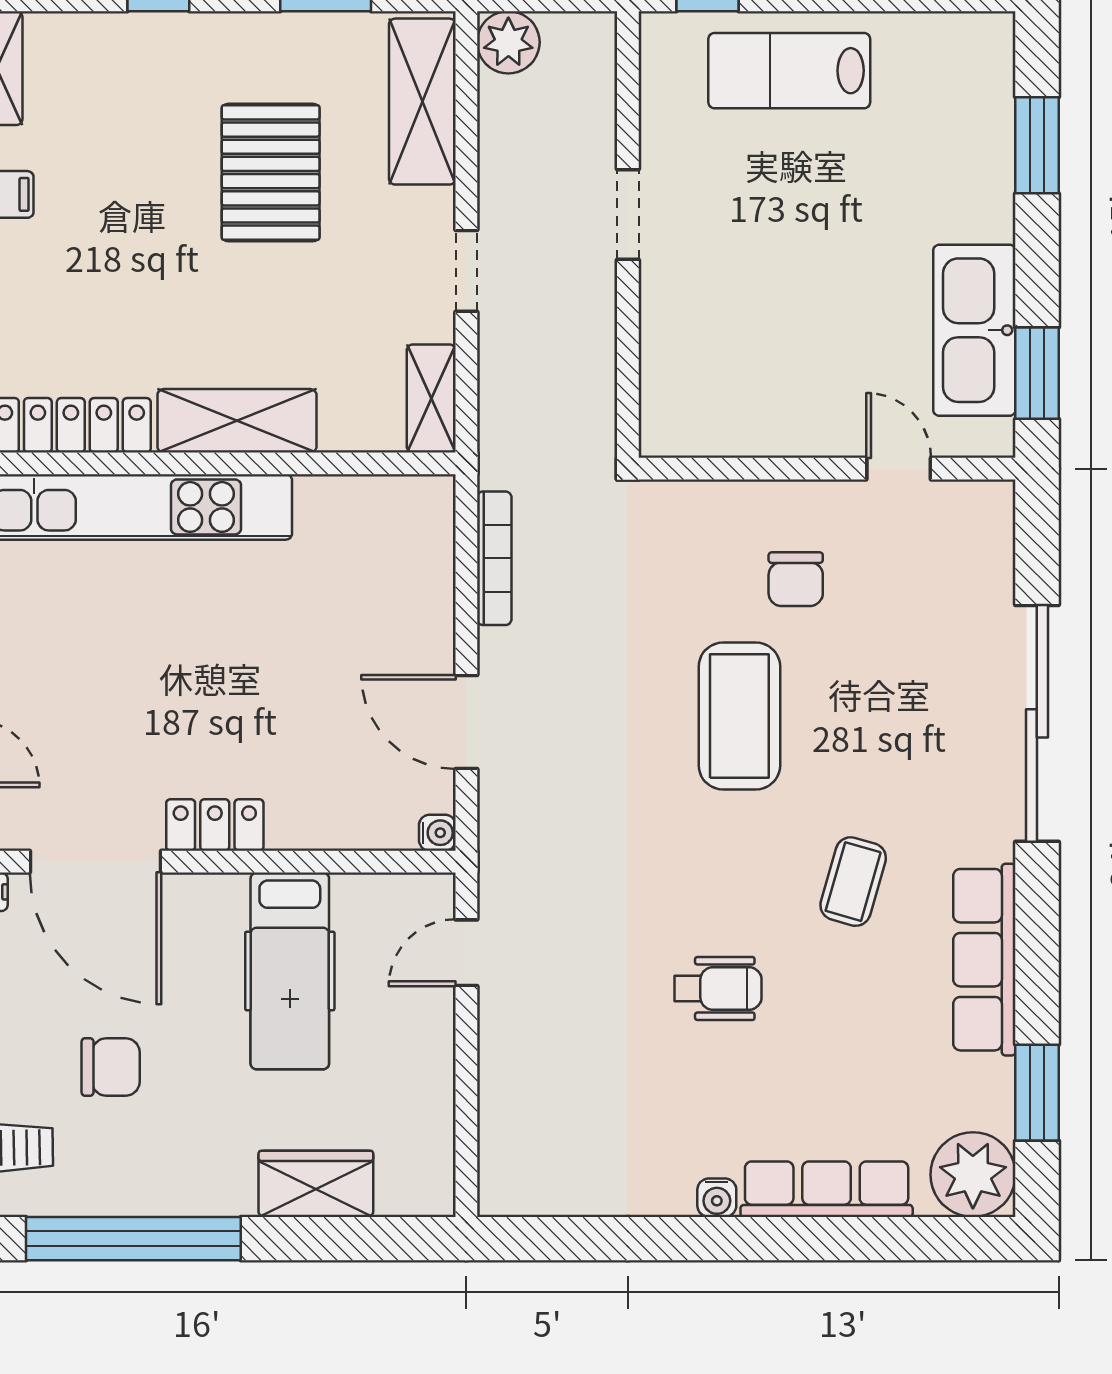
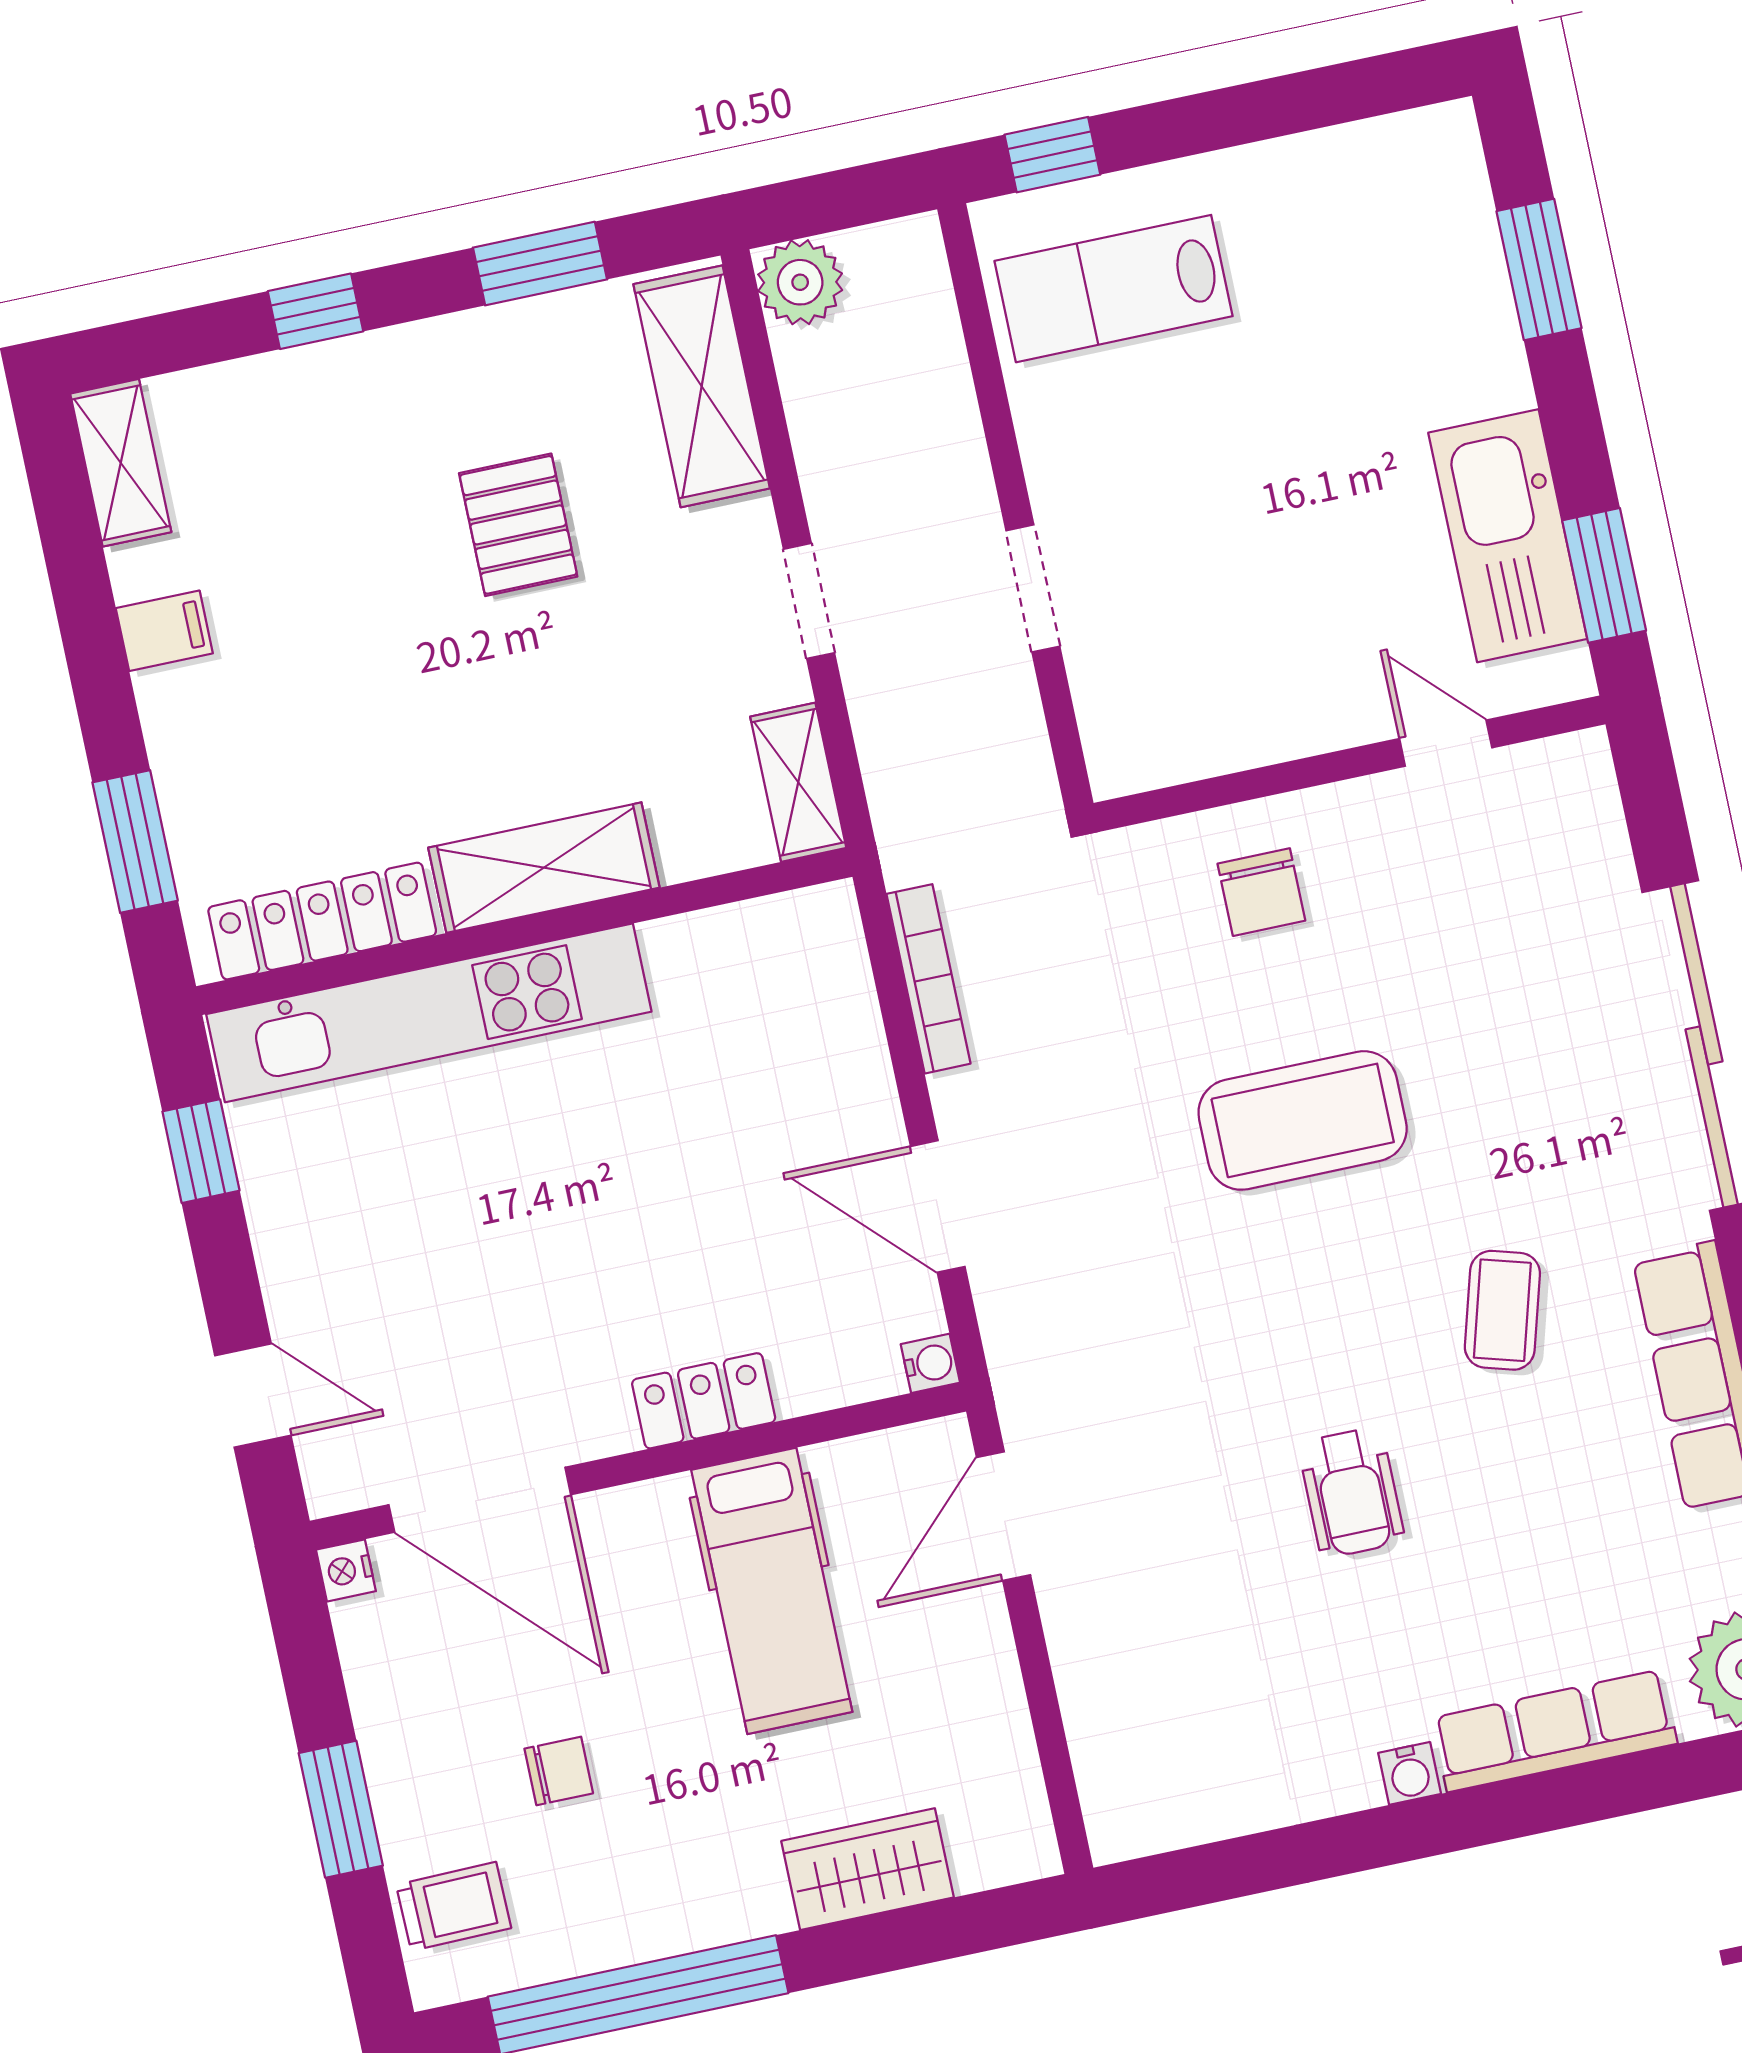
lab bench: (789, 71) -> (1114, 289), moved
pallet: (271, 173) -> (518, 525), width x0.67, depth x0.71
doorway: (628, 215) -> (1033, 588), moved
chair: (796, 579) -> (1261, 892), moved
coffee table: (739, 716) -> (1303, 1120), turned 90
locker: (215, 825) -> (704, 1401), moved
door: (466, 953) -> (1003, 1516), width x1.38
wheelchair: (718, 988) -> (1351, 1492), turned 90
chair: (111, 1067) -> (559, 1771), width x0.73, depth x0.73

